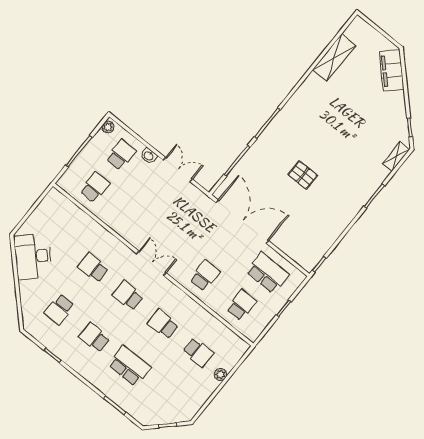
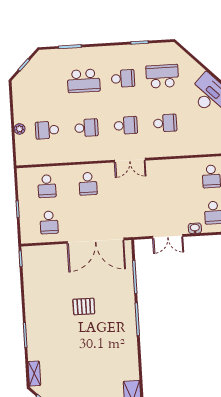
school desk: (267, 273) -> (49, 222), width x0.54
school desk: (59, 309) -> (162, 76), width x1.85

